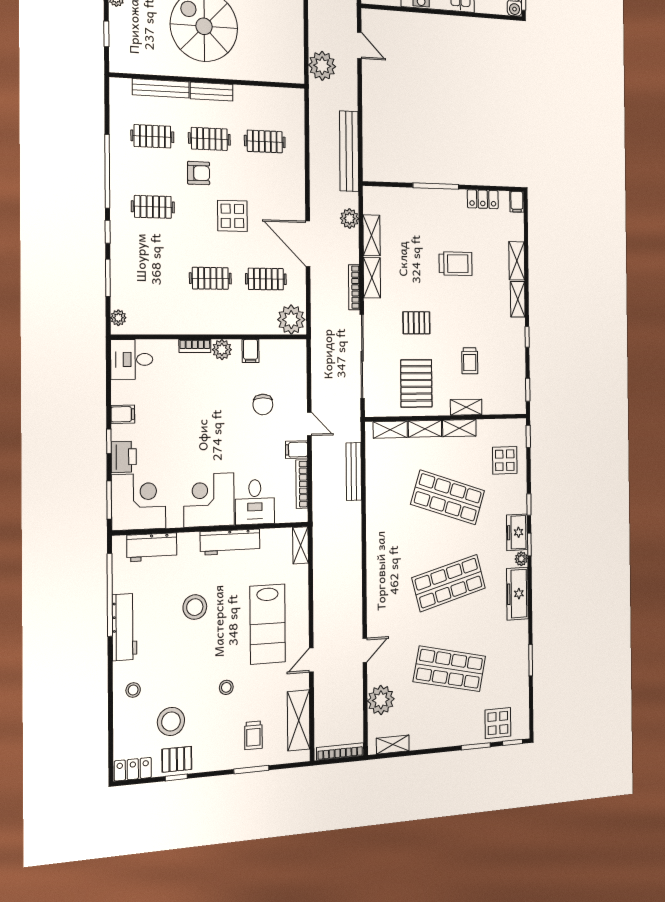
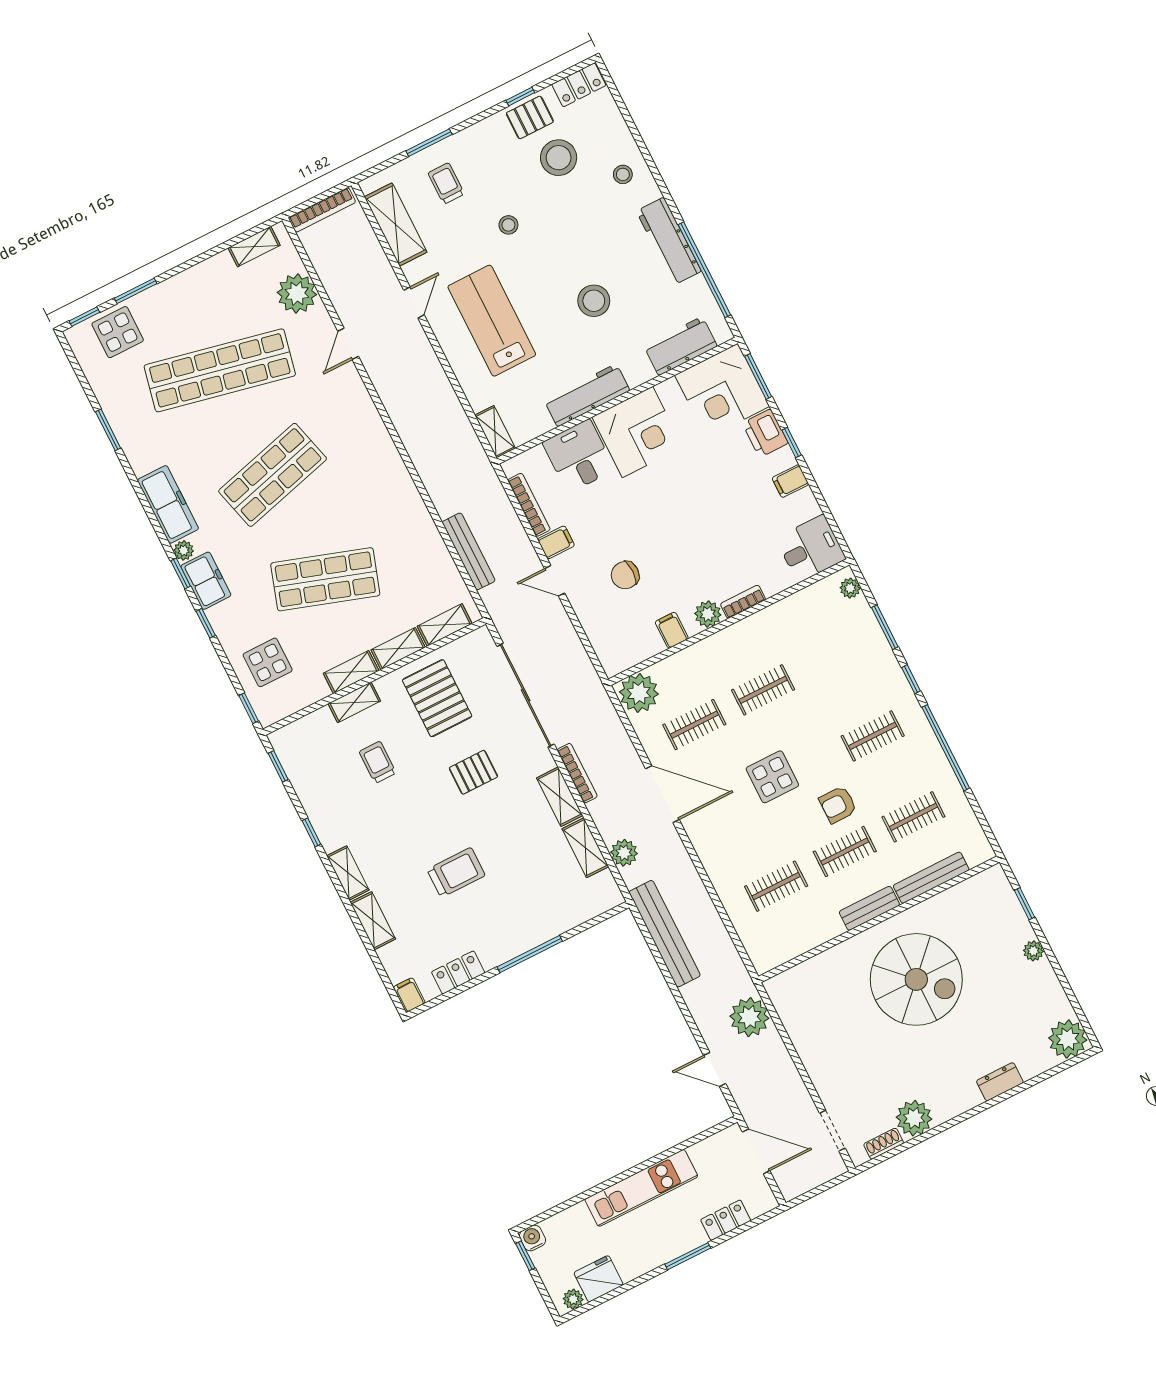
trolley: (456, 264) -> (456, 872), turned 180
chair: (263, 404) -> (625, 575), turned -90
shop shelf: (450, 669) -> (220, 370), width x1.40

